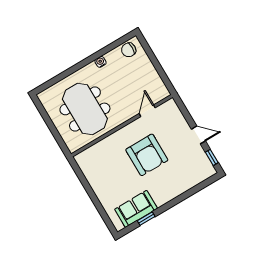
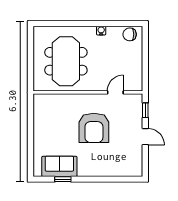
window: (212, 157) -> (145, 110), moved

